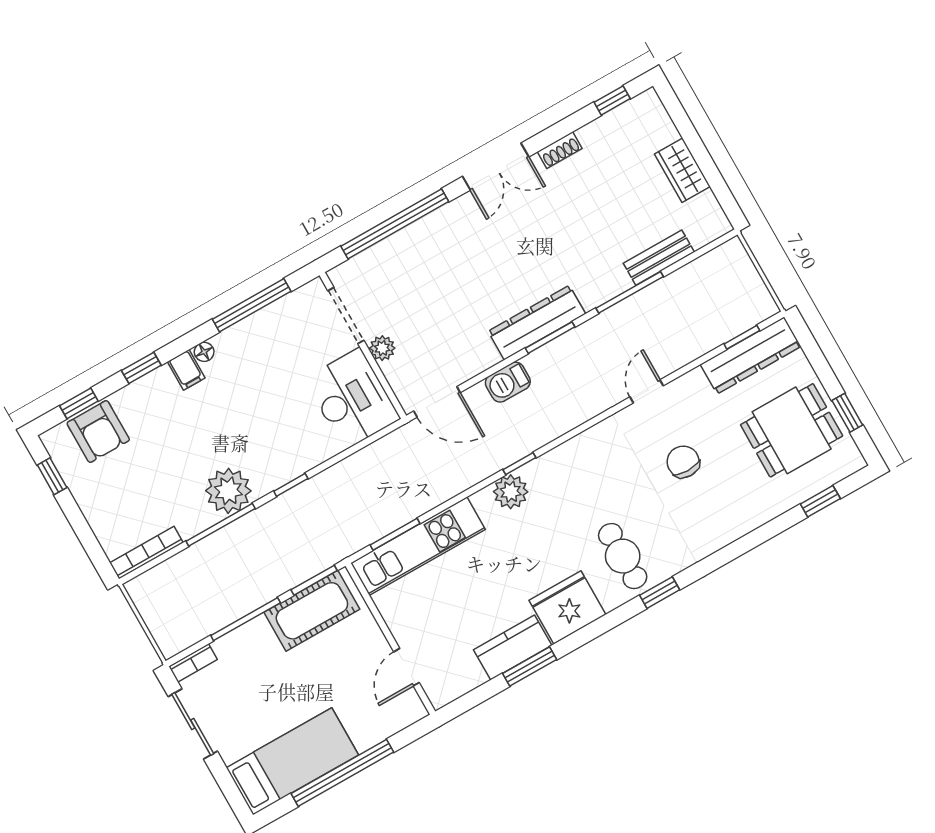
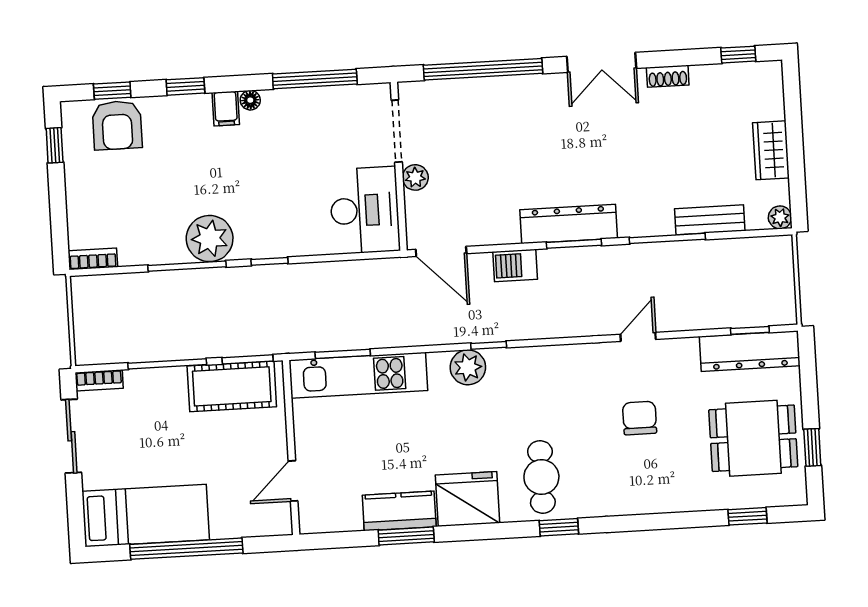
plant: (719, 225) -> (780, 217), added
bookcase: (146, 553) -> (93, 259), width x0.64

